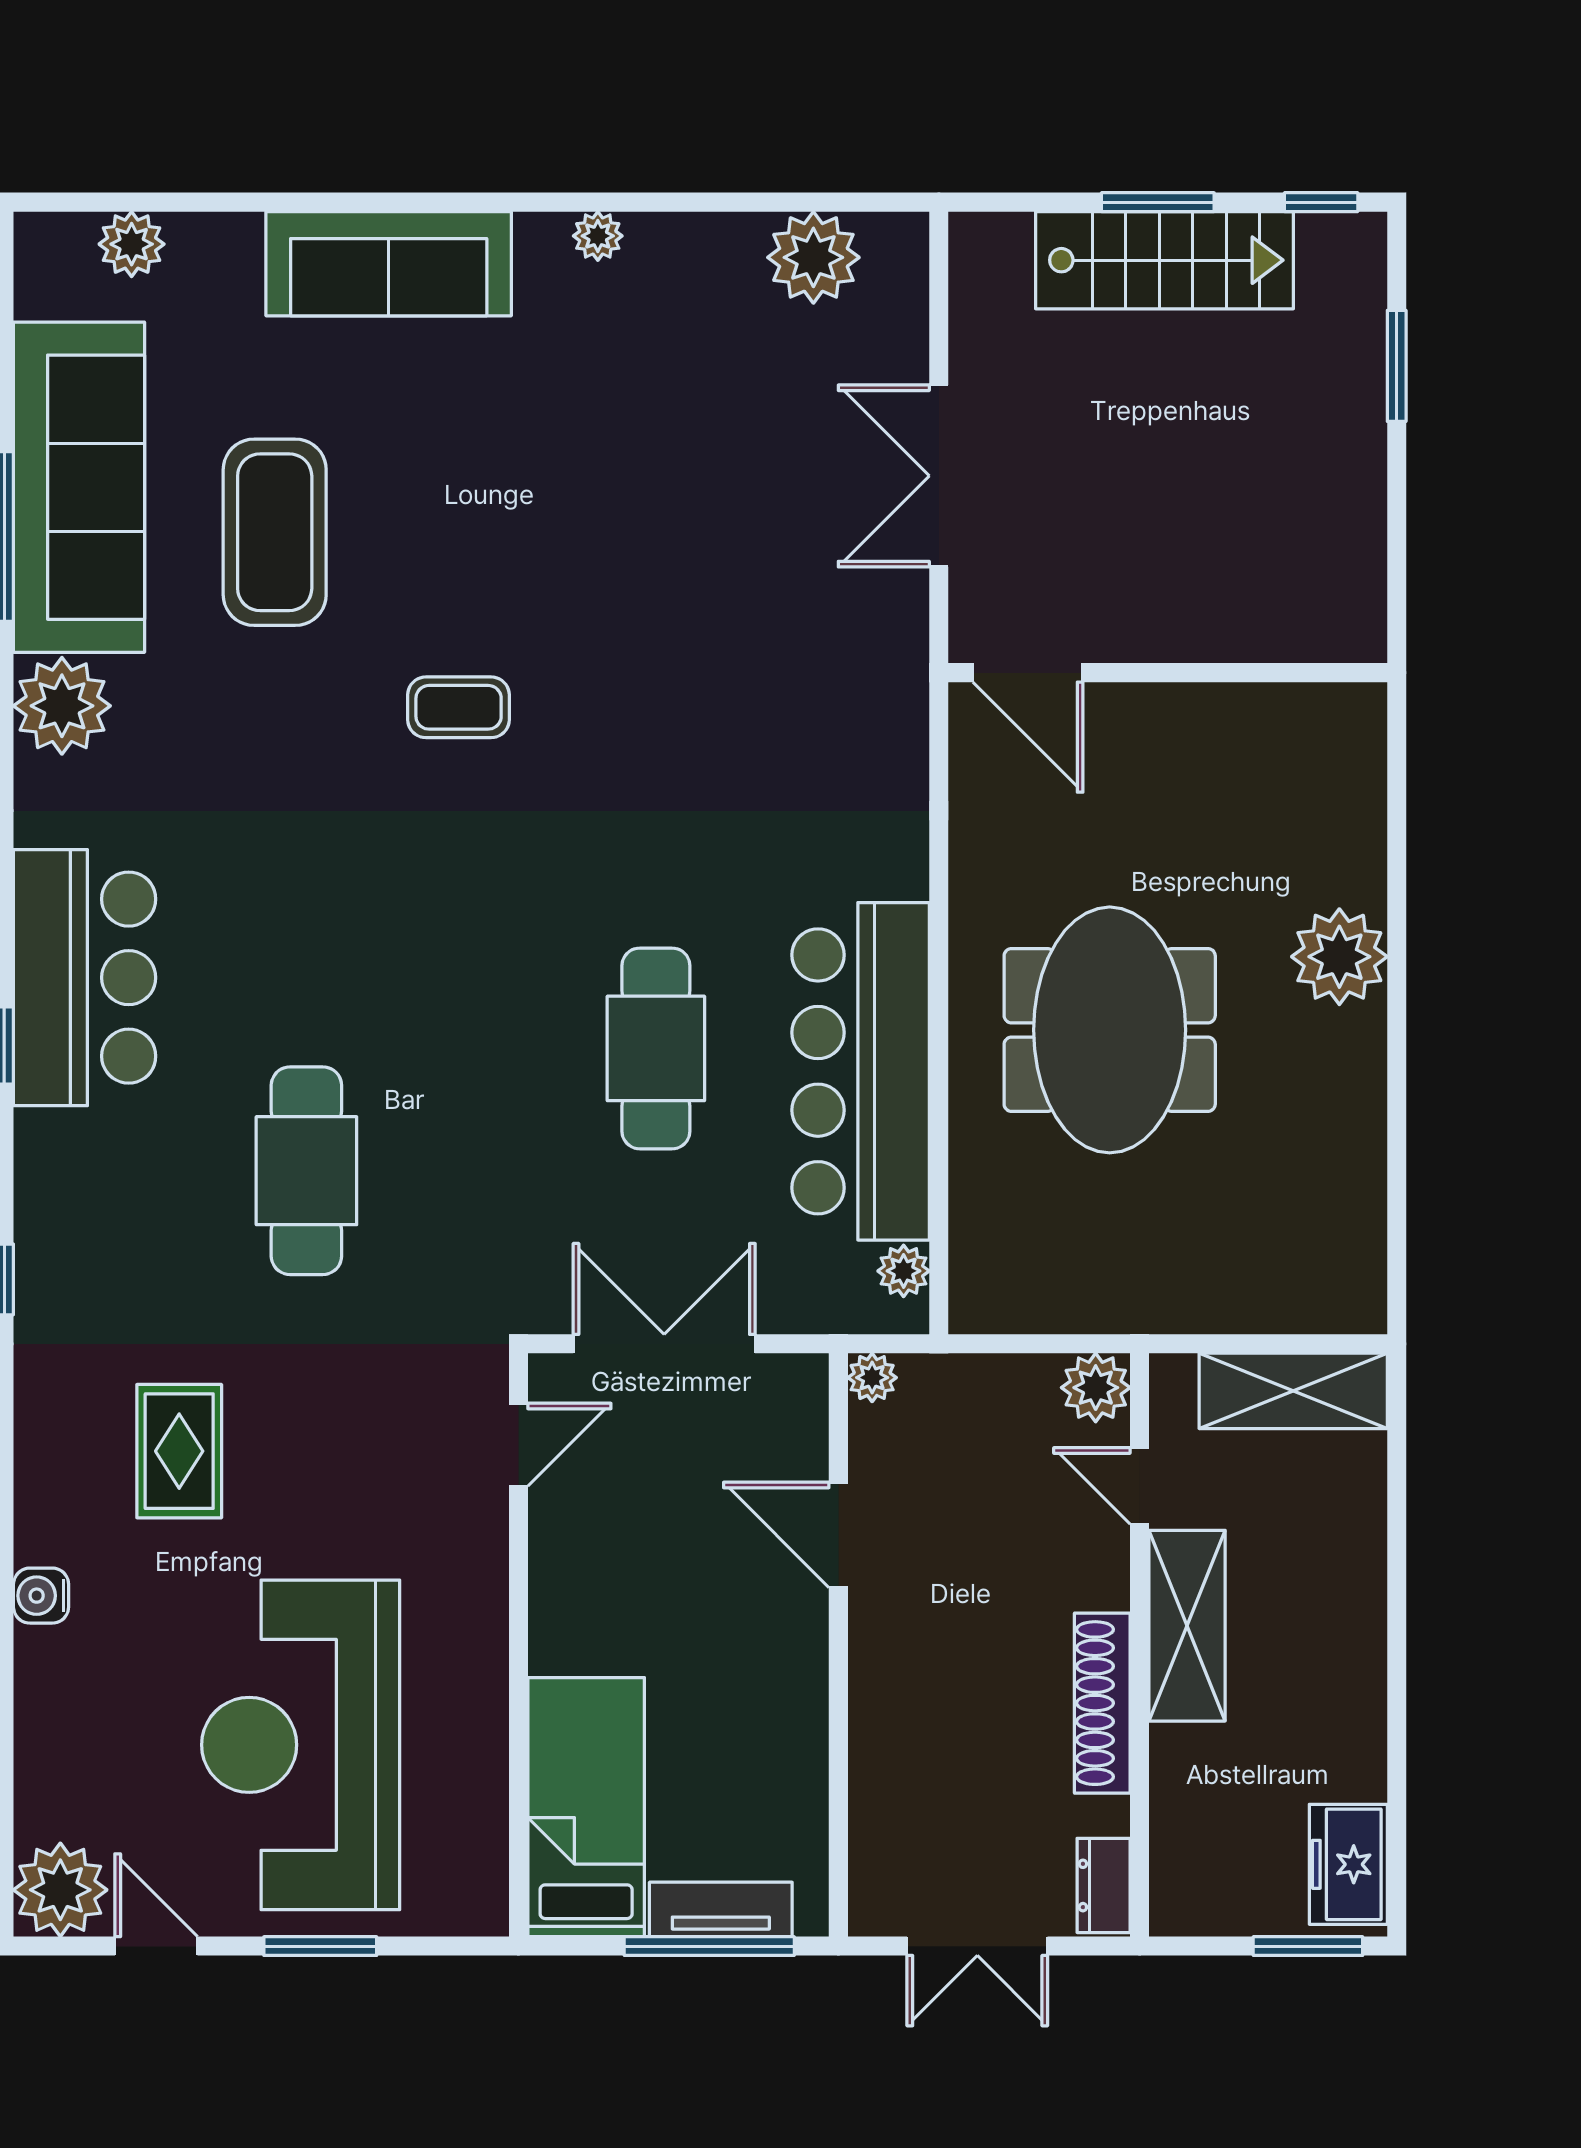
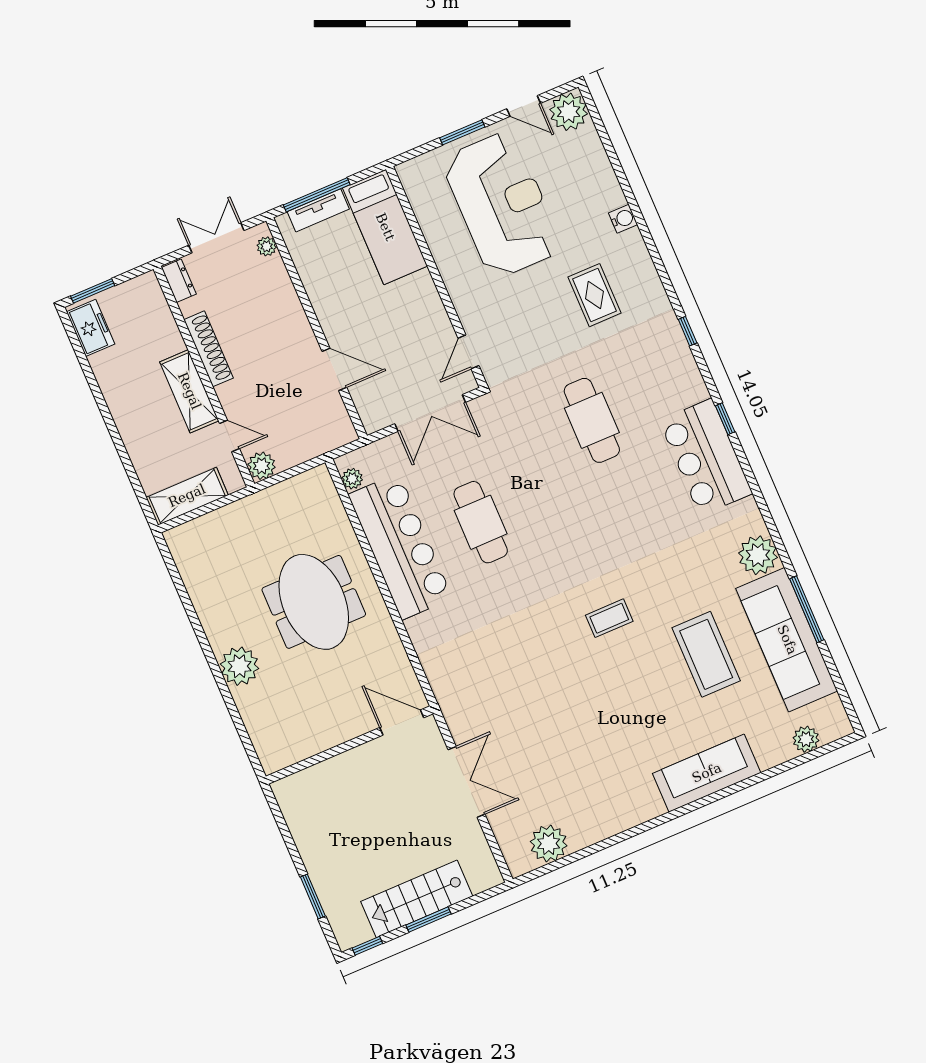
plant: (598, 236) -> (633, 817), removed
plant: (872, 1378) -> (267, 246), moved

